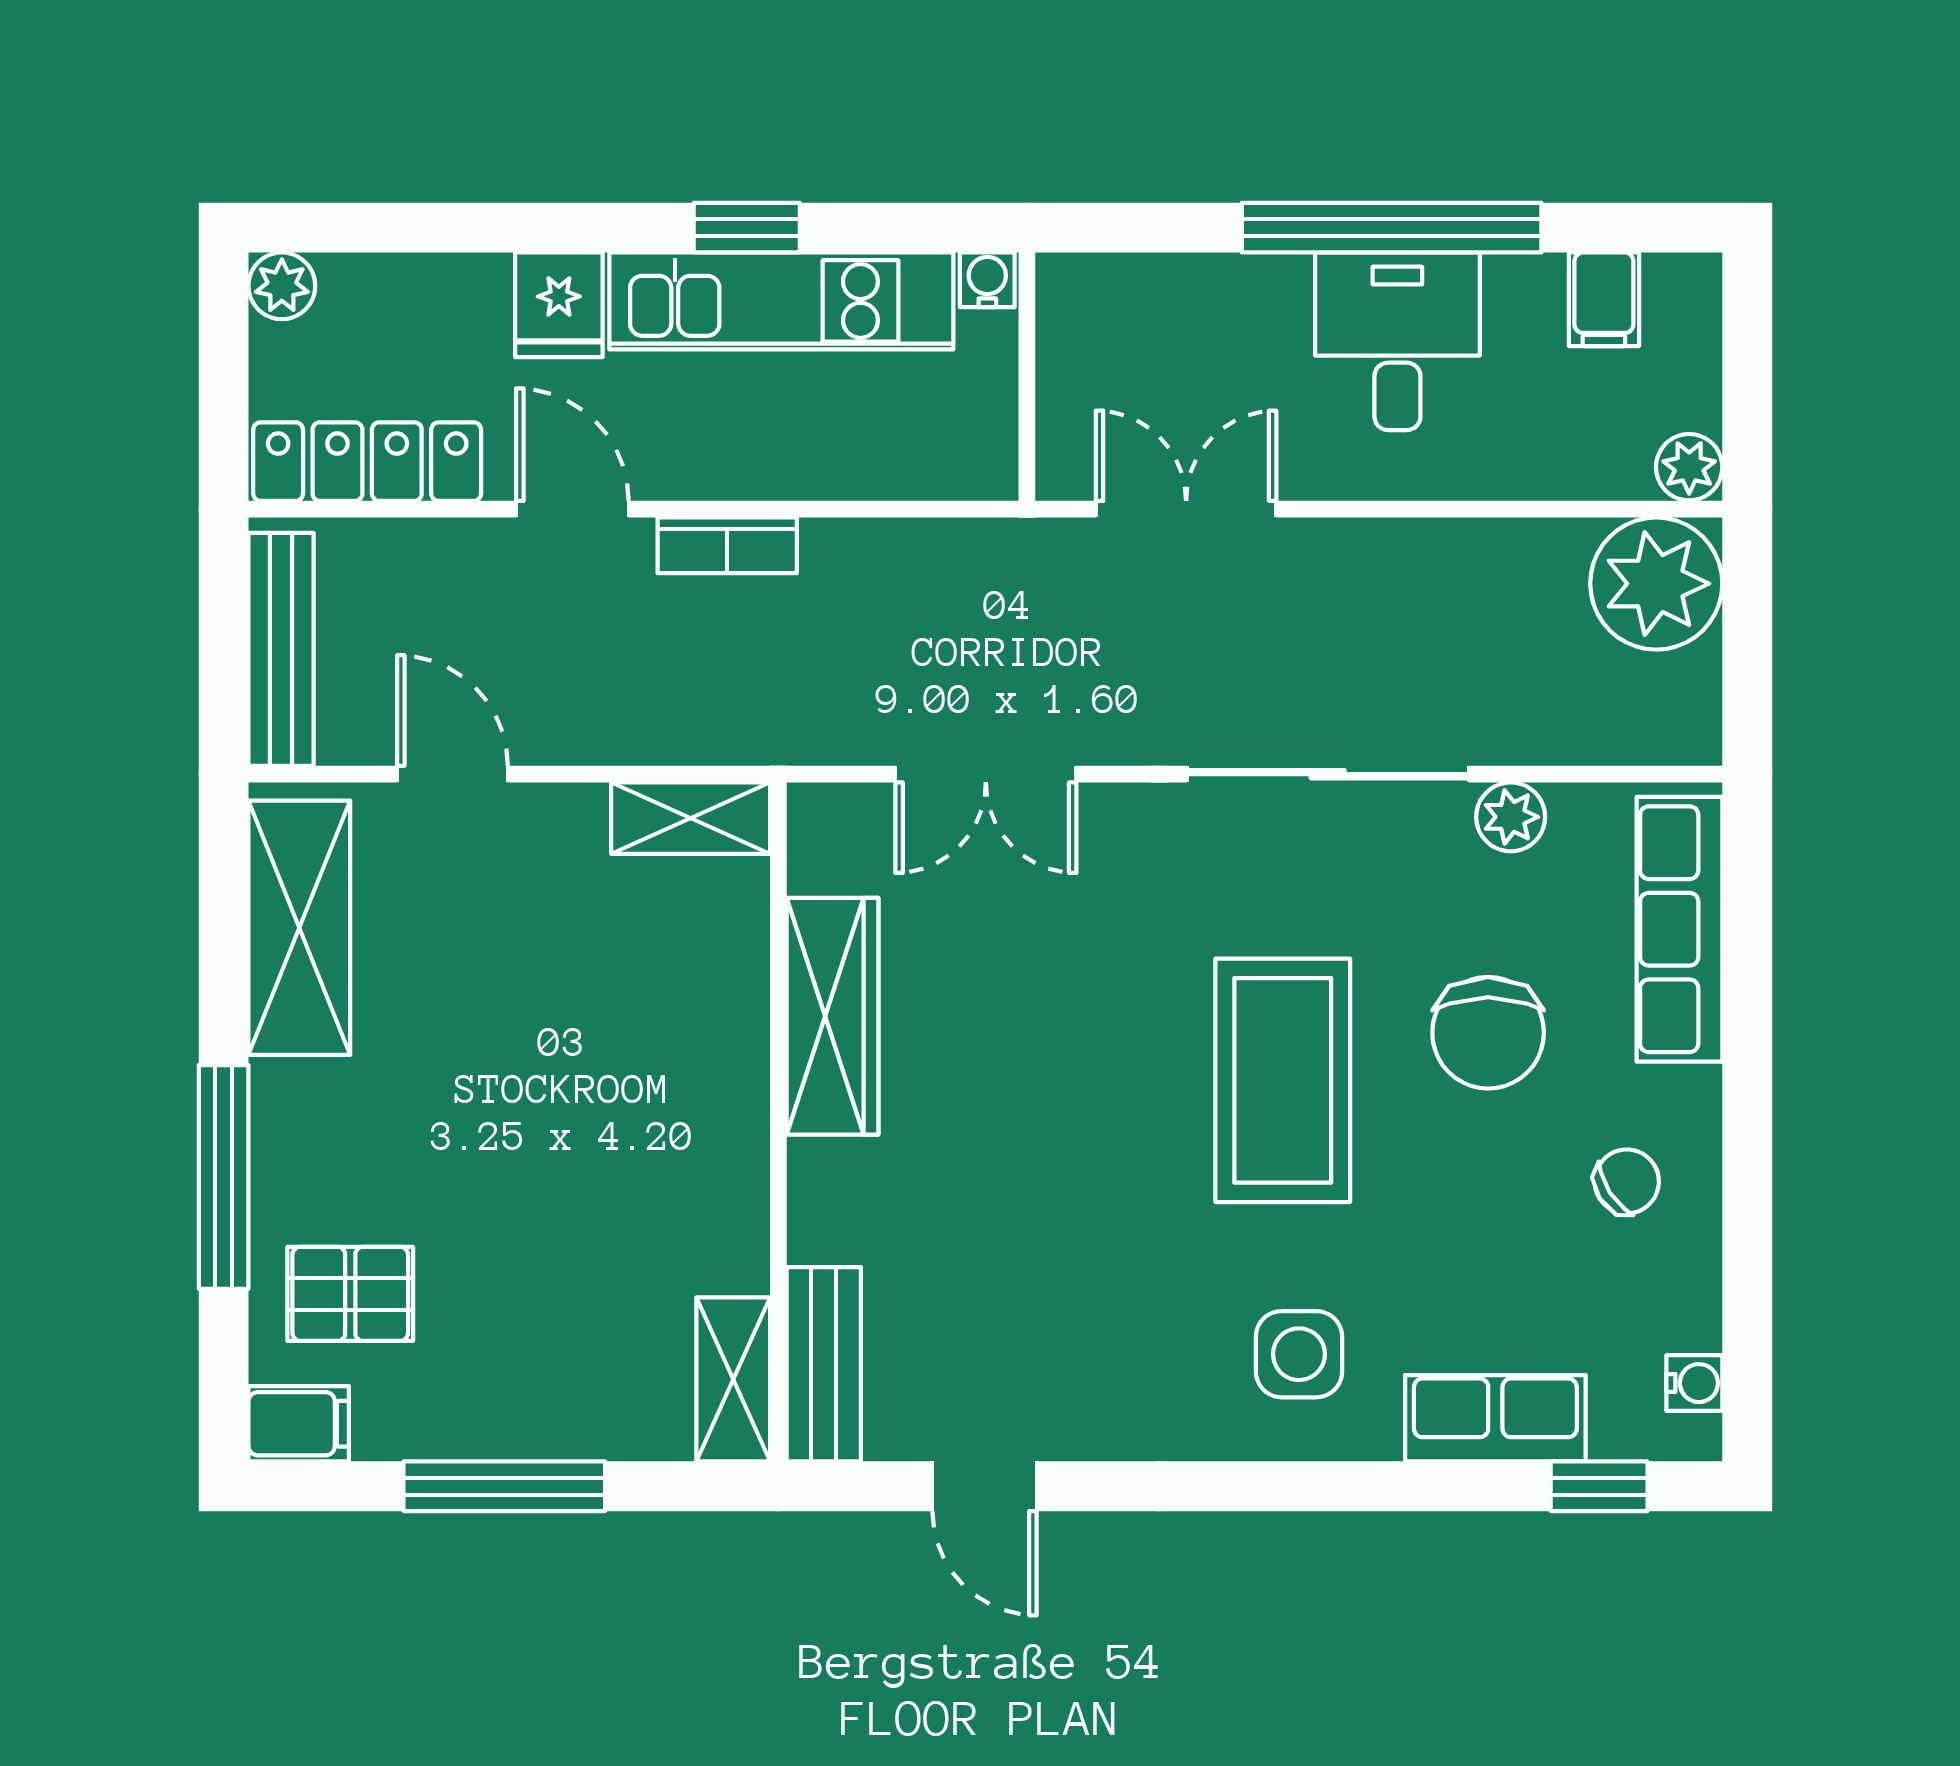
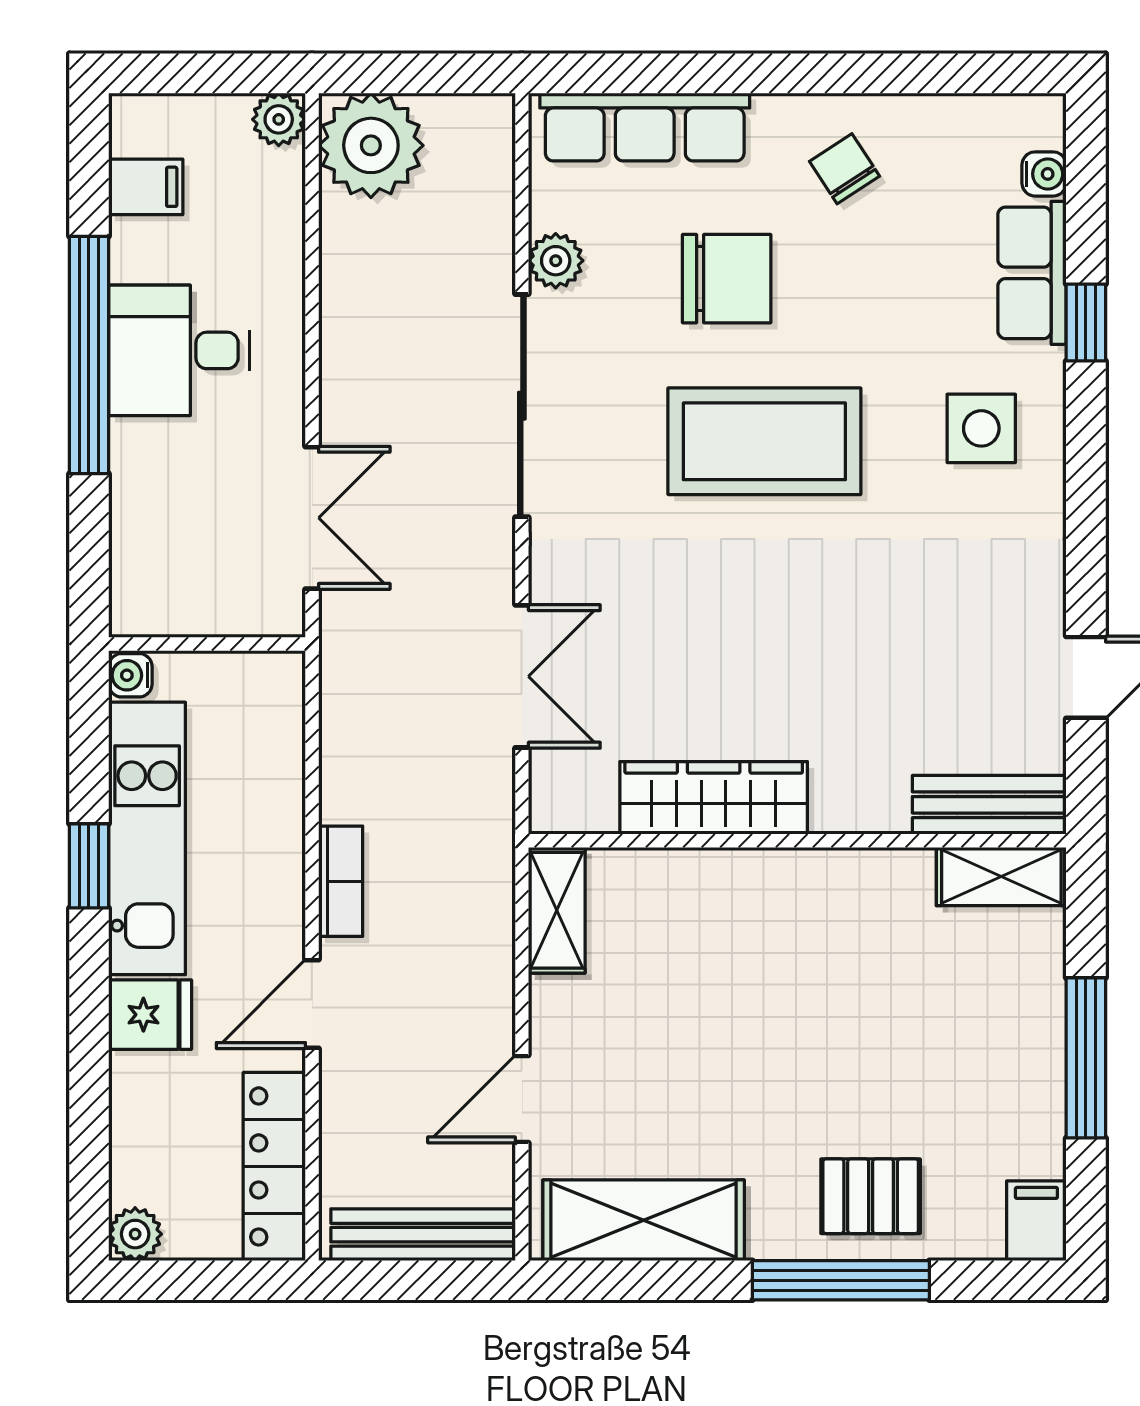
double door: (1186, 509) -> (312, 518), swing flipped
pallet: (350, 1294) -> (871, 1196), moved, turned 90
water cooler: (1694, 1383) -> (1044, 174), moved, turned 90
window: (1599, 1486) -> (1086, 323), moved

